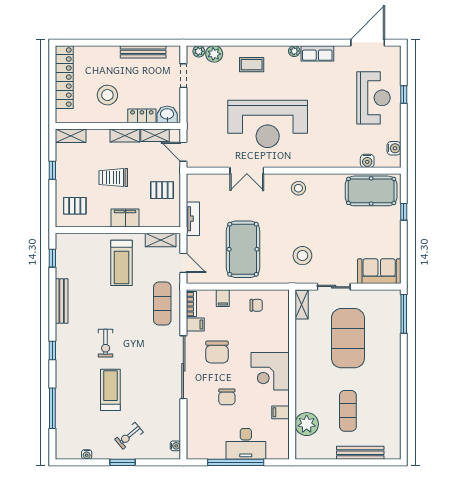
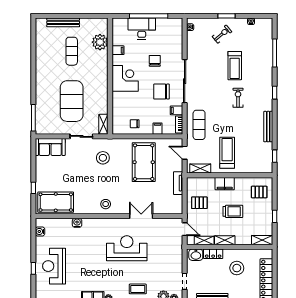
reception desk: (268, 124) -> (127, 248), width x0.74, depth x0.77
water cooler: (367, 161) -> (77, 223), moved
chair: (217, 352) -> (162, 92), turned -90

